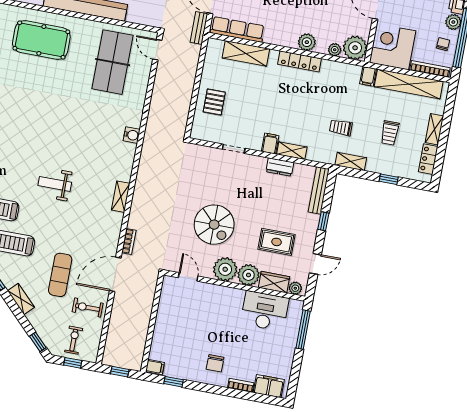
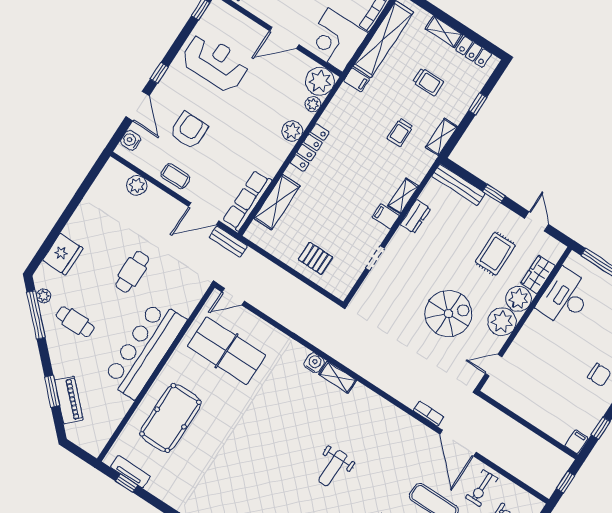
shelving: (121, 197) -> (338, 377), moved
plant: (295, 288) -> (554, 254), removed

